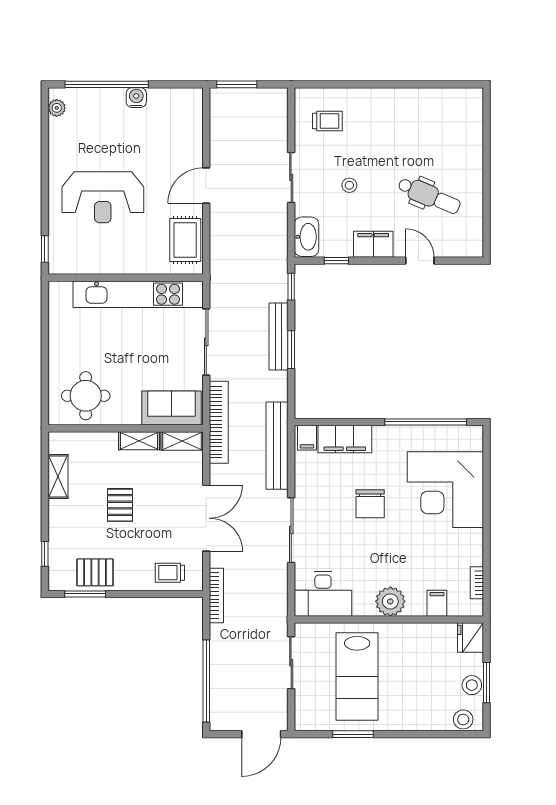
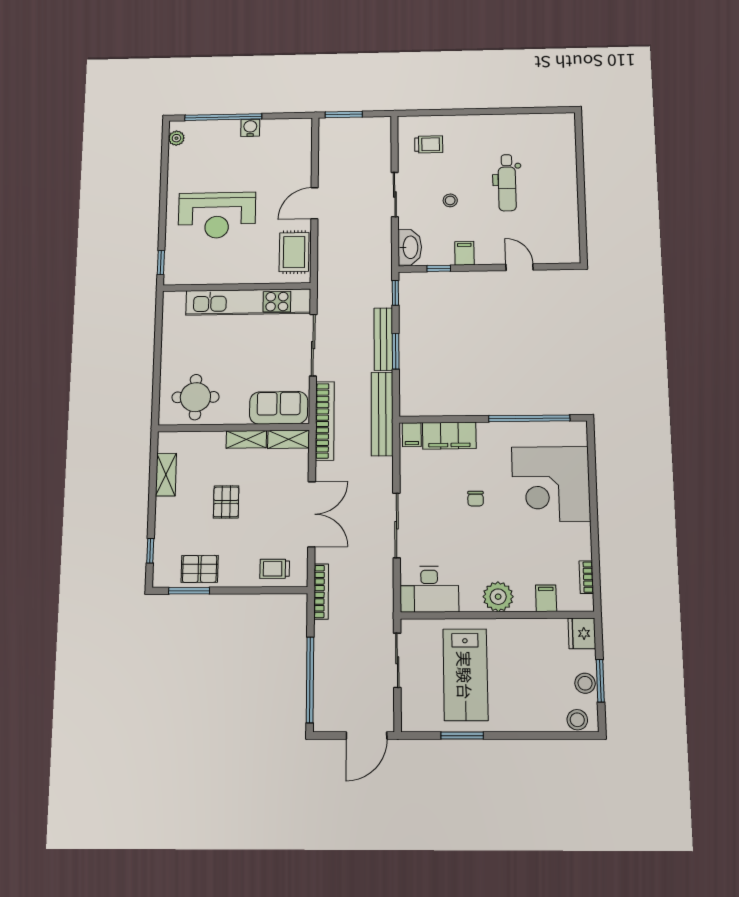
dental chair: (429, 196) -> (507, 183), moved, turned 67
filing cabinet: (373, 244) -> (464, 253), width x0.50
bench: (277, 446) -> (382, 414), moved
chair: (370, 504) -> (476, 499), width x0.54, depth x0.54

